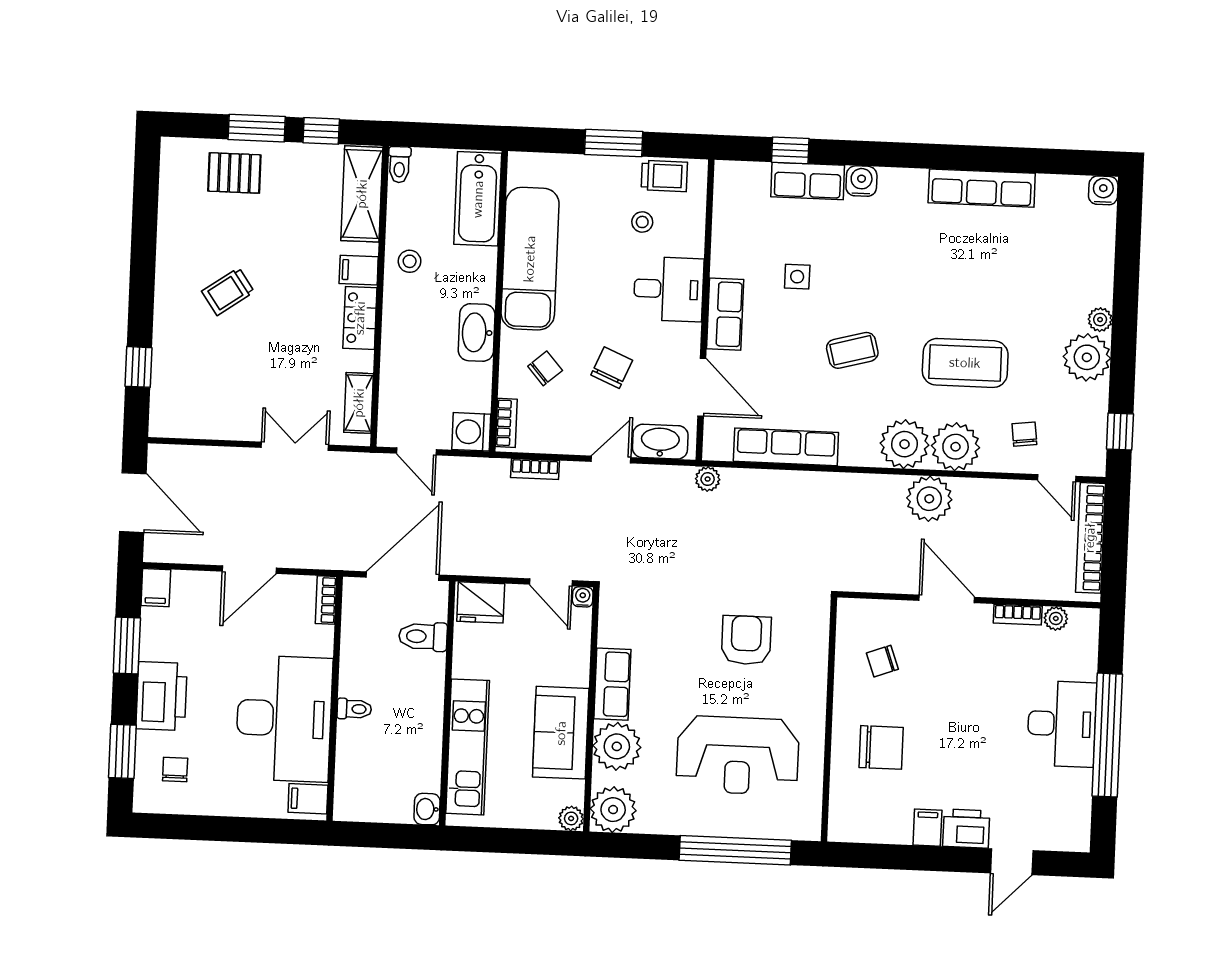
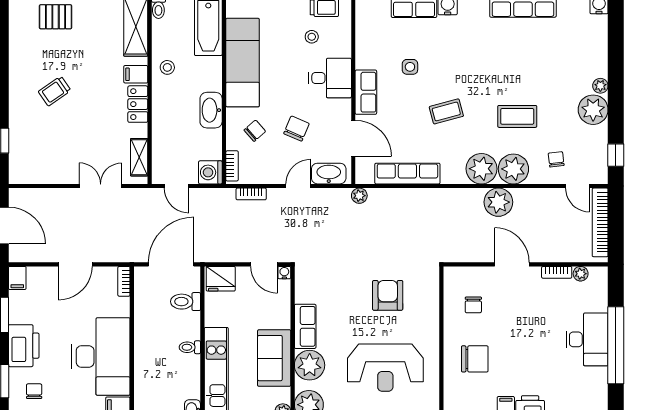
coffee table: (965, 363) -> (517, 116), width x0.73, depth x0.76
chair: (882, 661) -> (473, 305), turned -70
toilet: (354, 709) -> (190, 347), moved, turned 180

